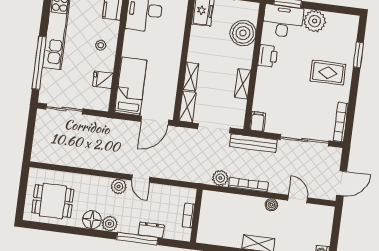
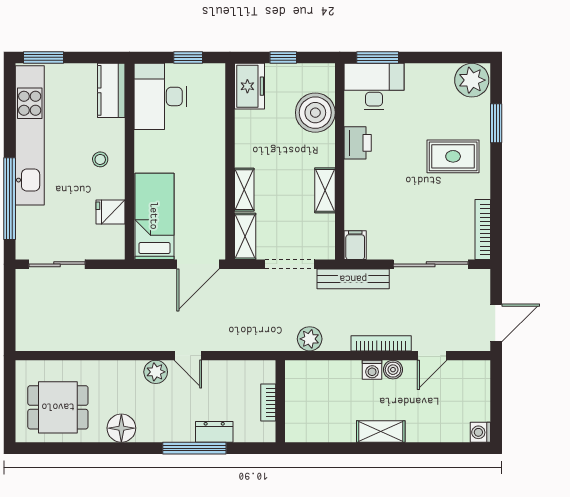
plant: (315, 21) -> (472, 80), moved
bookcase: (248, 185) -> (381, 343), moved
door: (298, 199) -> (432, 356), swing flipped
washing machine: (258, 203) -> (372, 370), added
plant: (110, 224) -> (149, 431), removed

